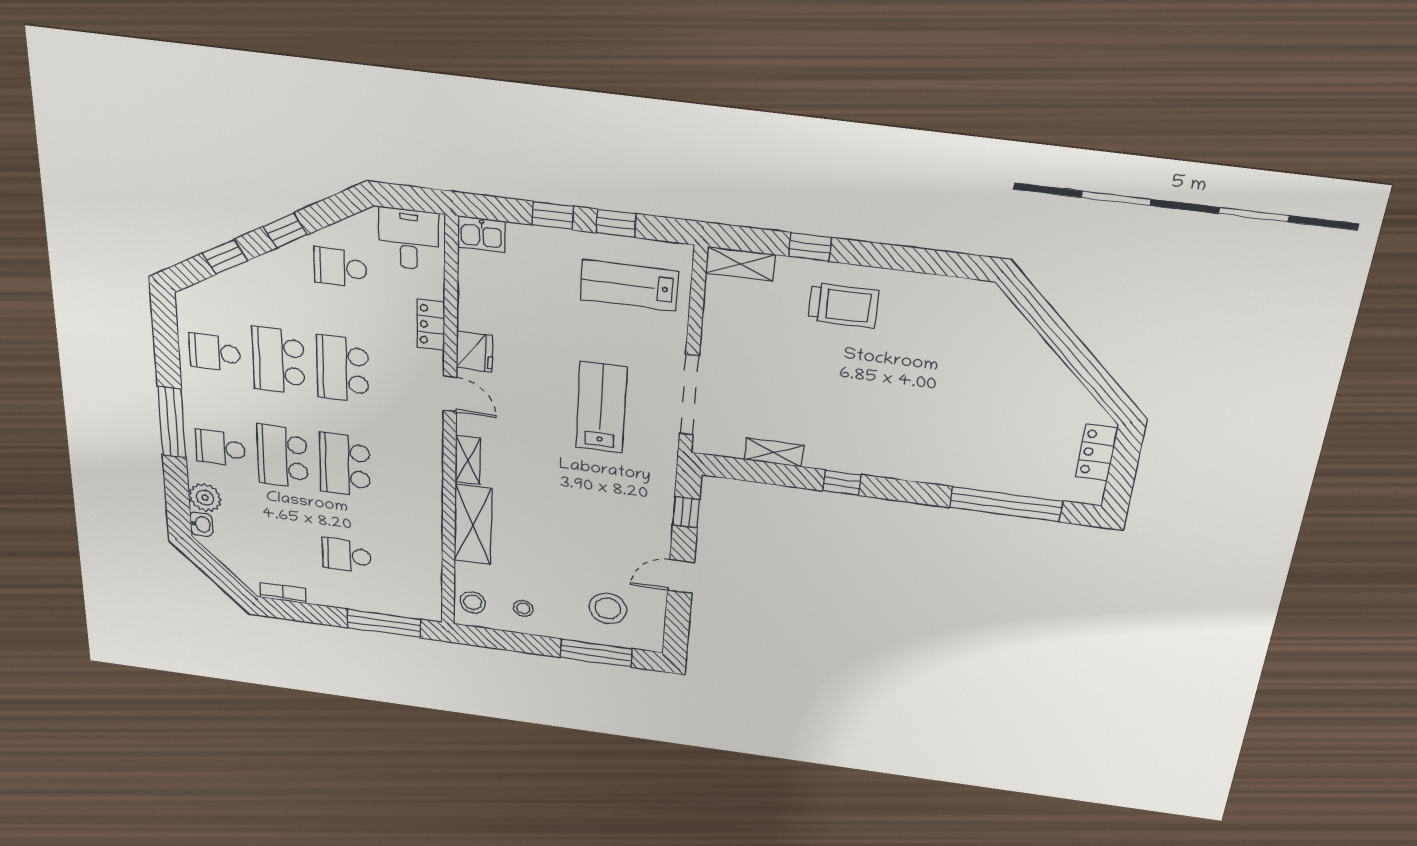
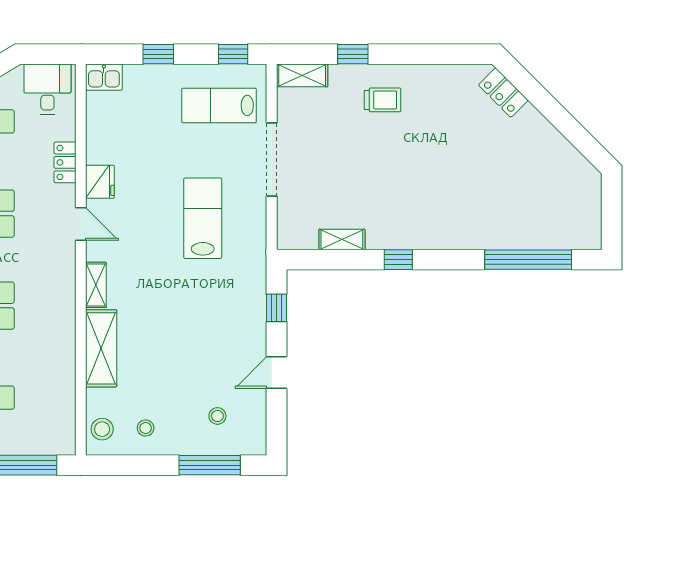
window: (616, 223) -> (233, 54), moved
trolley: (843, 305) -> (383, 100), width x0.73, depth x0.72
doorway: (689, 395) -> (272, 160), moved
locker: (1097, 453) -> (503, 93), moved, turned -45
stool: (608, 608) -> (217, 416), width x0.53, depth x0.53

